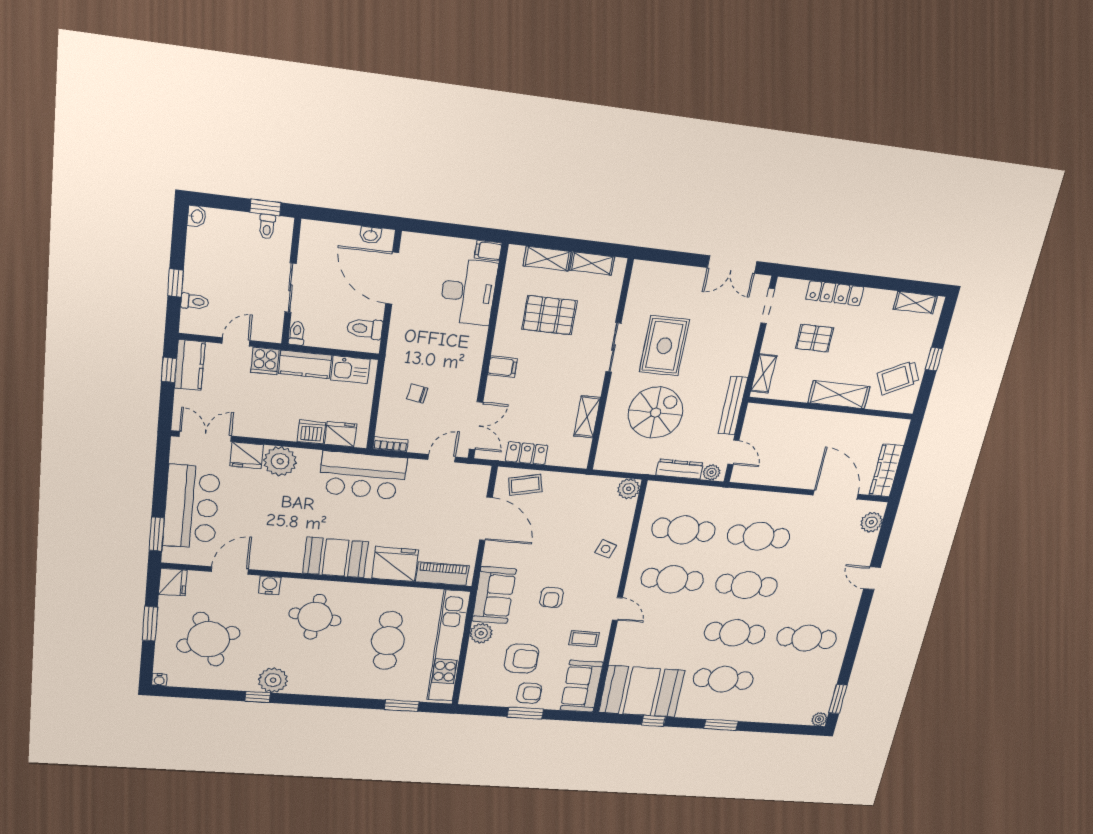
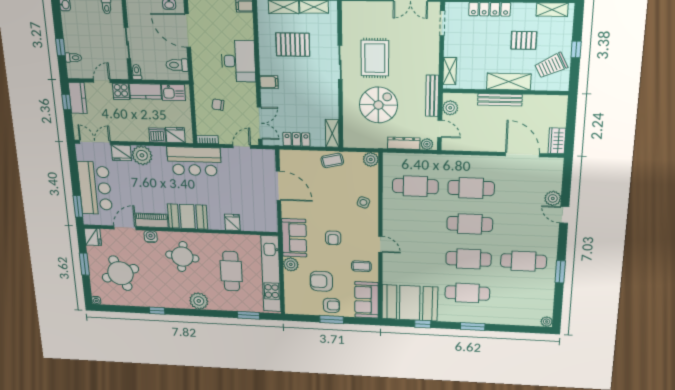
desk: (468, 292) -> (238, 61), moved
pallet: (815, 338) -> (524, 40), moved
shelving: (587, 417) -> (332, 133), moved
bench: (822, 418) -> (500, 100), added
plant: (754, 424) -> (450, 108), added
wardrobe: (886, 470) -> (557, 141), width x0.67
coffee table: (525, 485) -> (332, 160), moved
plant: (871, 522) -> (553, 198), moved
fridge: (395, 564) -> (232, 222), width x0.53, depth x0.75
piano: (442, 574) -> (152, 220), moved
cafe table: (672, 579) -> (415, 222), removed
armchair: (521, 659) -> (321, 281), turned 180
plant: (273, 680) -> (199, 301), moved
window: (838, 699) -> (560, 272), moved

